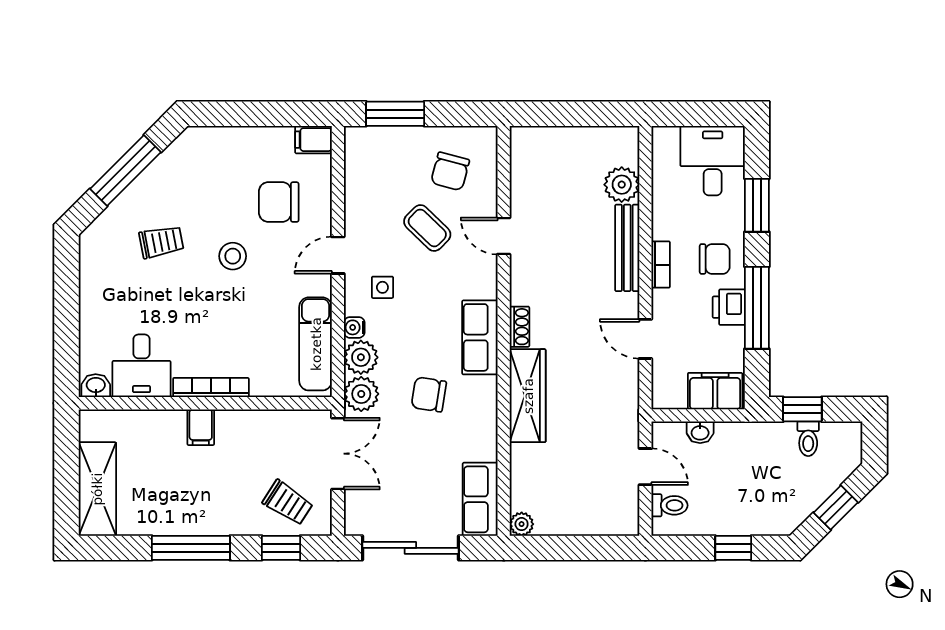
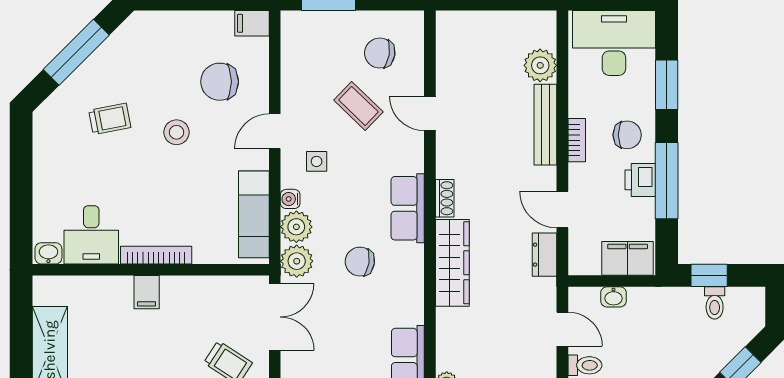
desk: (713, 161) -> (614, 43), width x1.37
chair: (450, 171) -> (380, 53), turned 84
dresser: (626, 387) -> (545, 255), added

